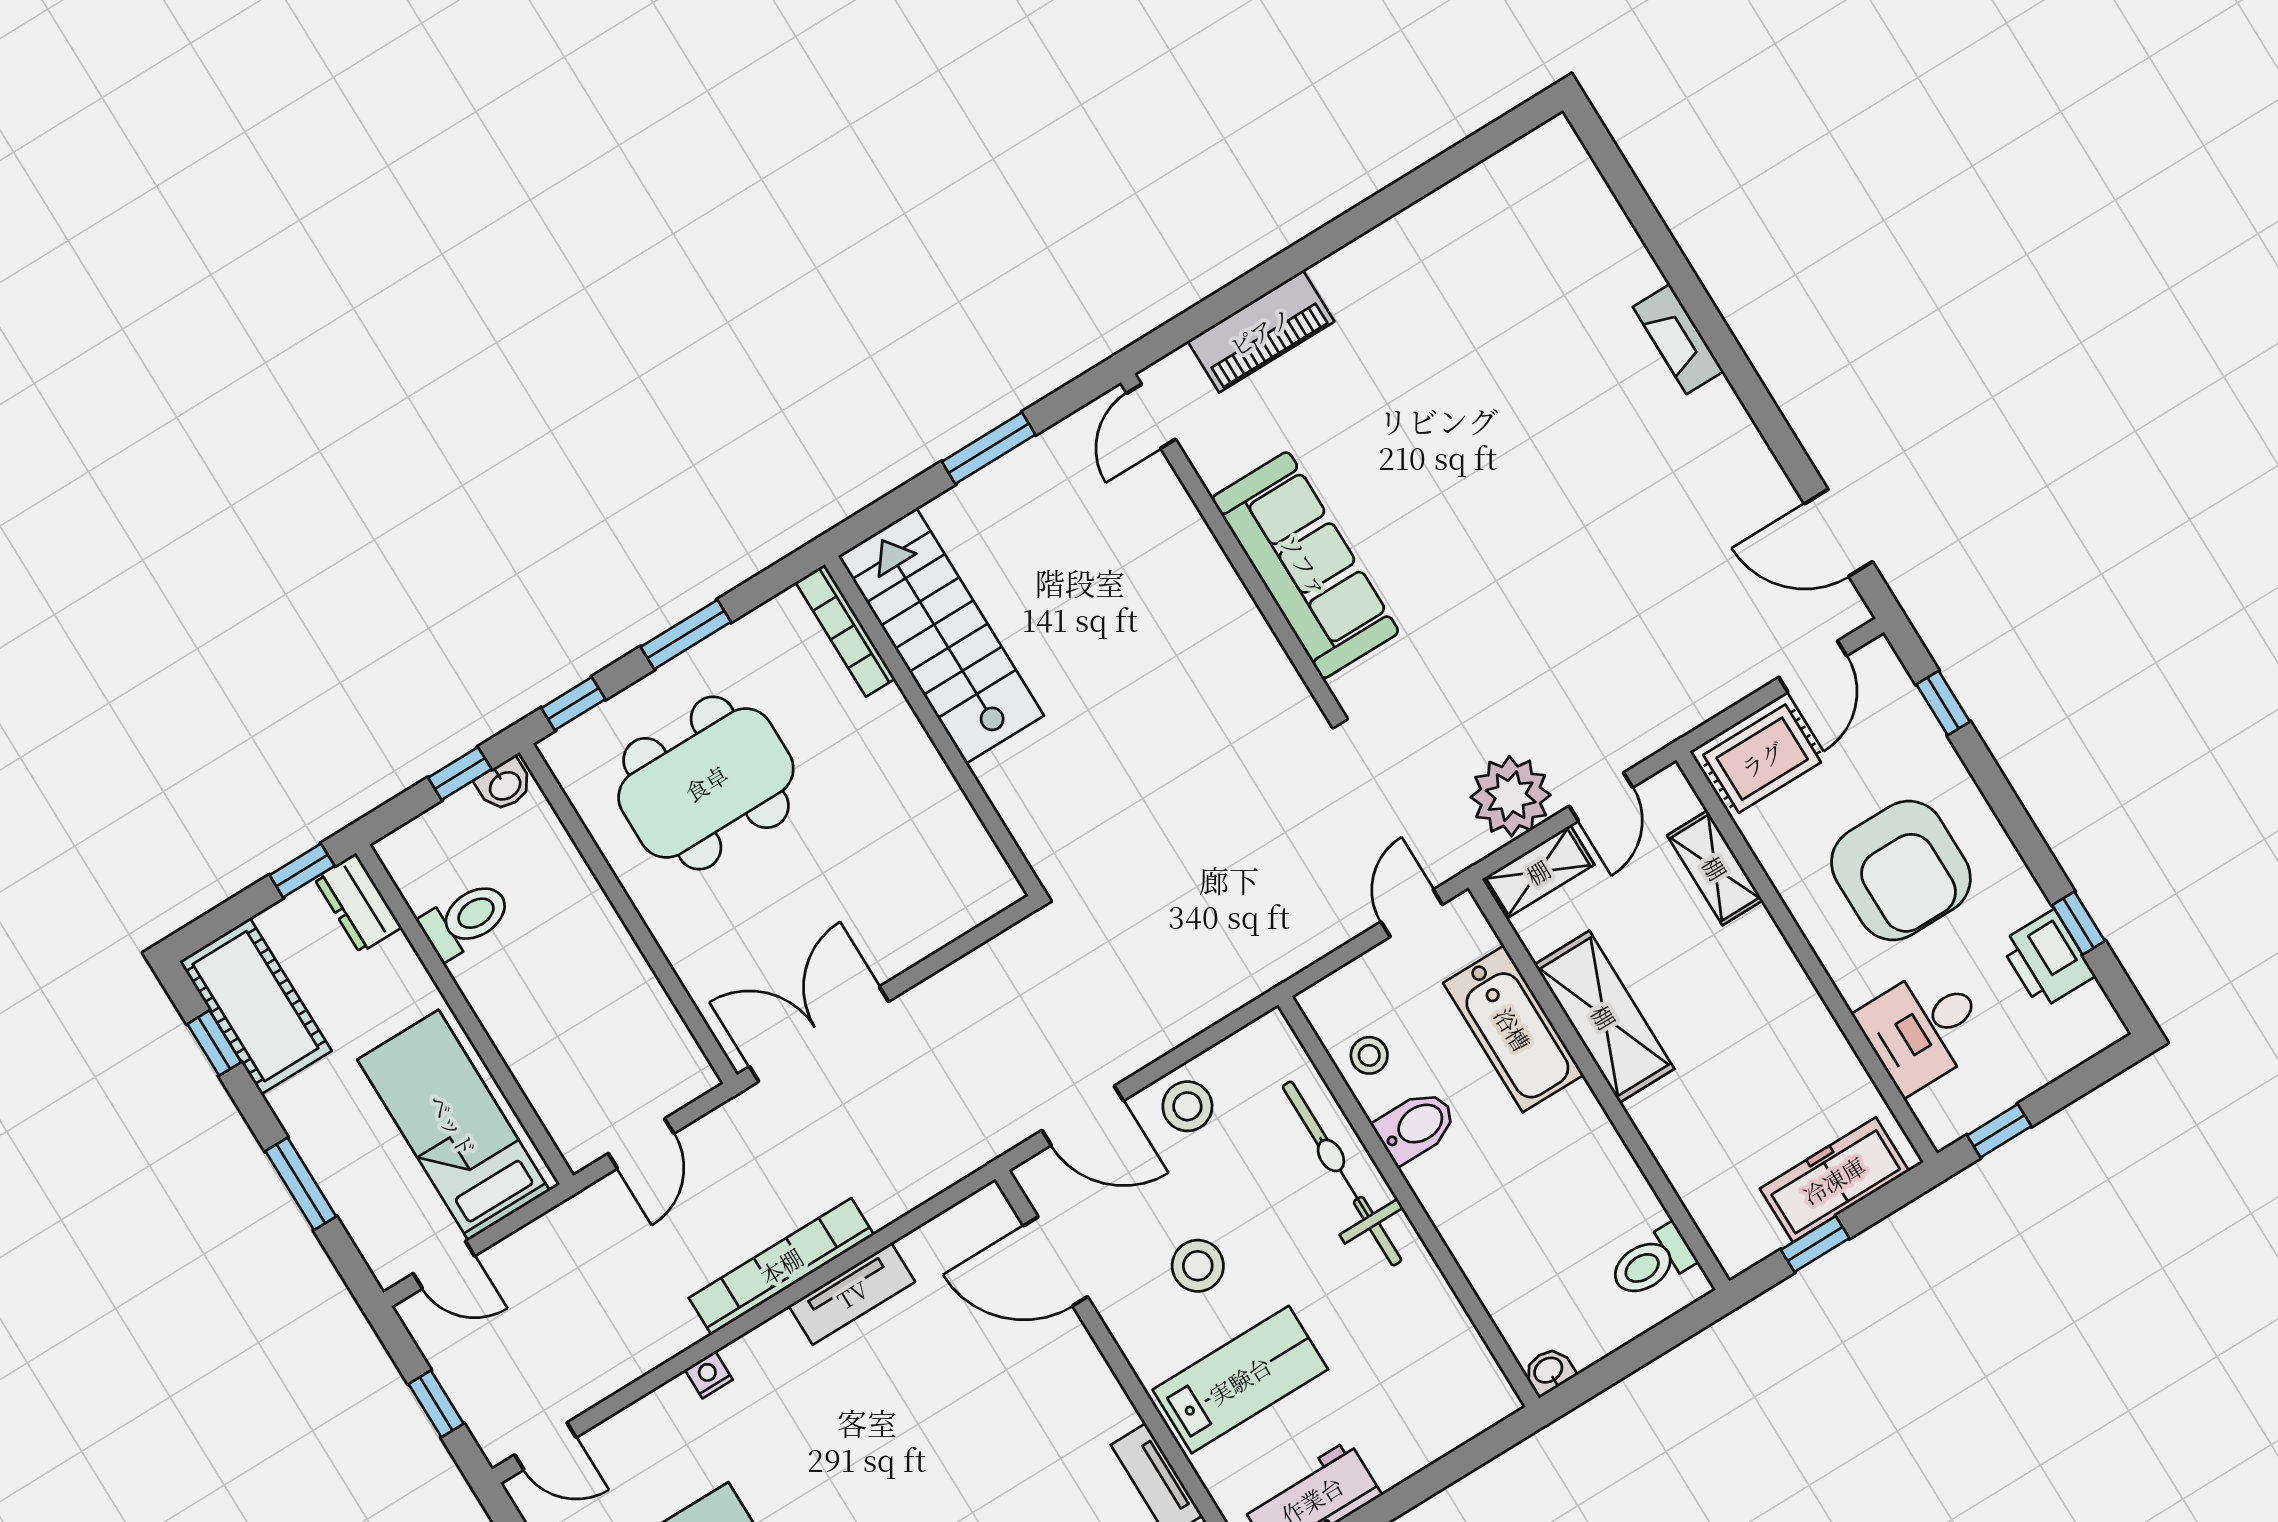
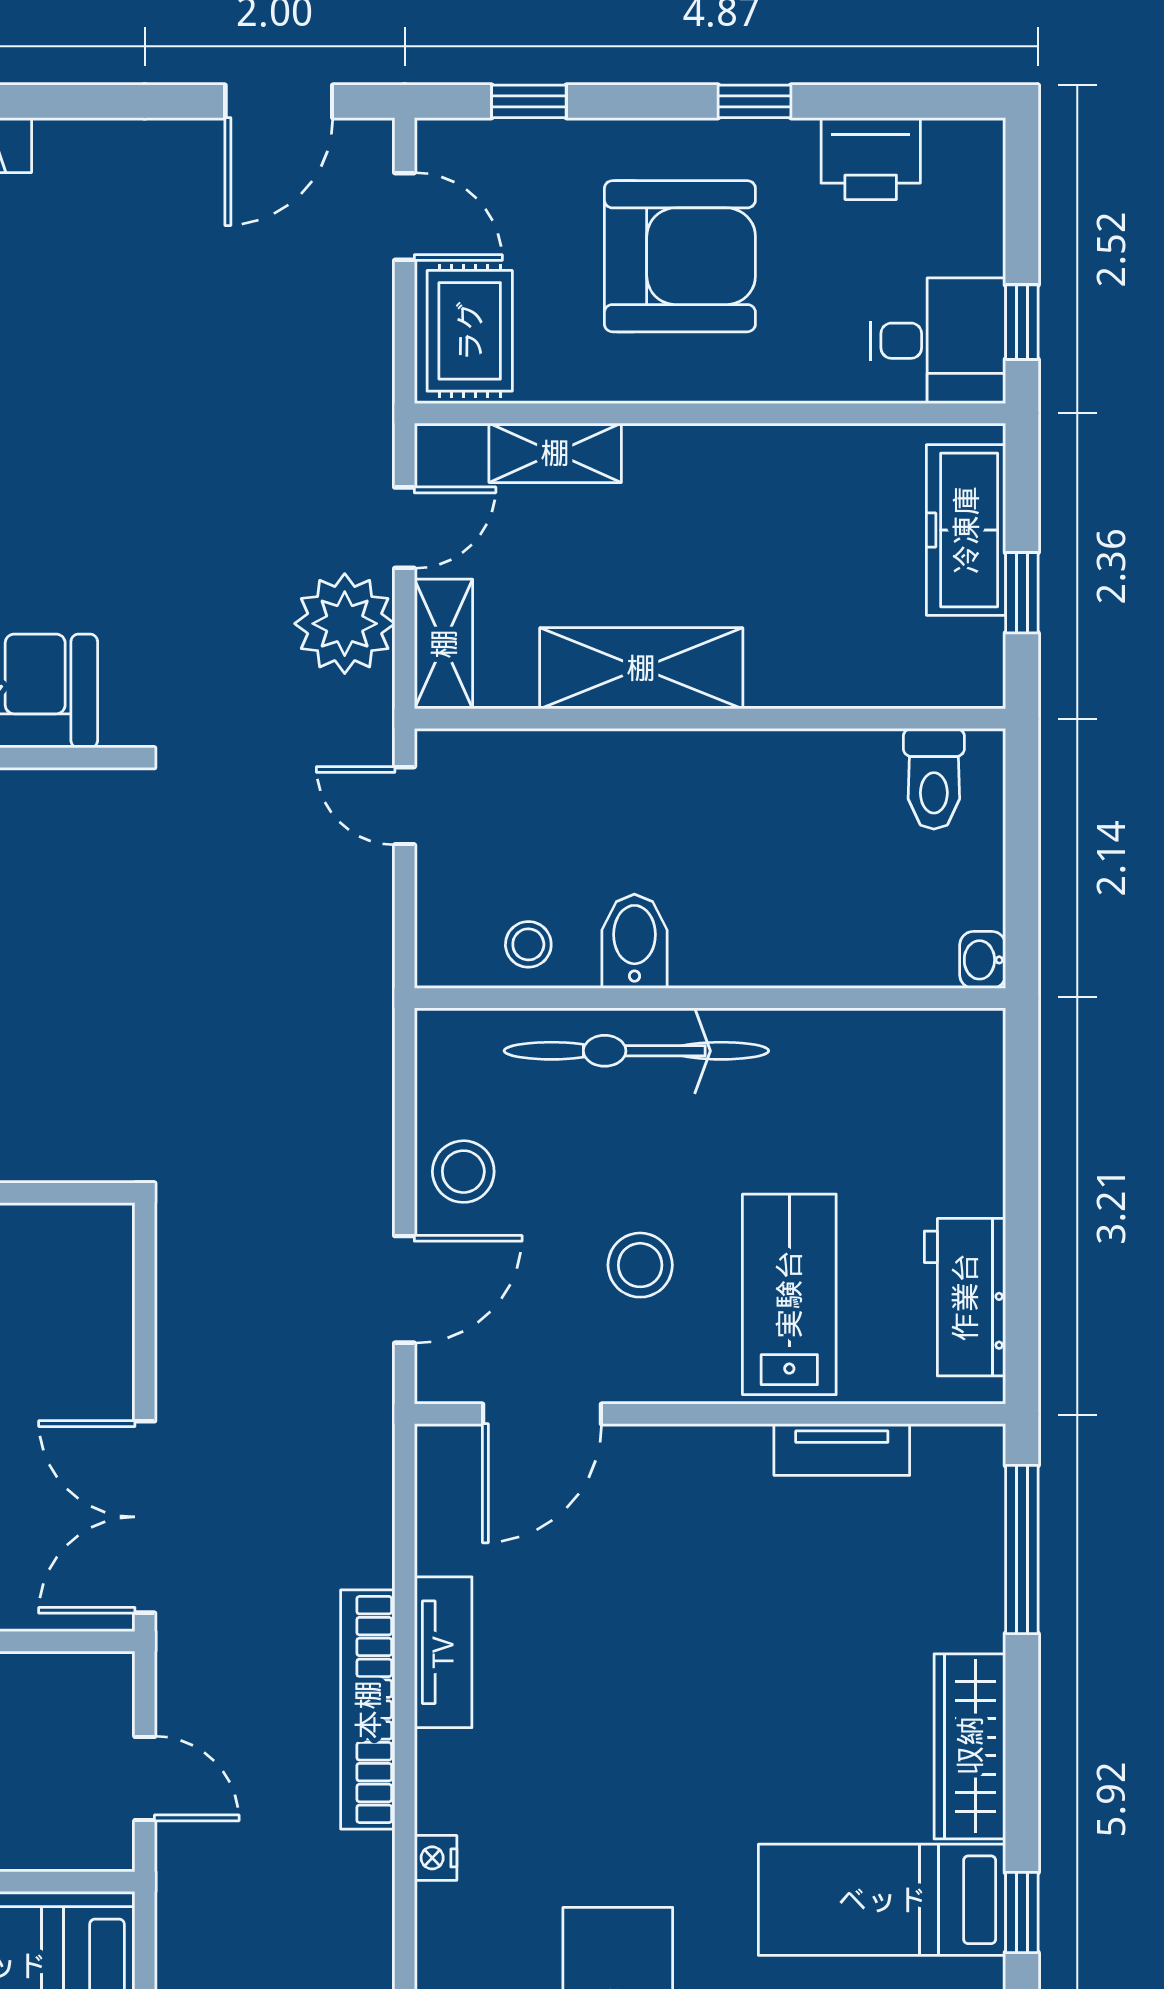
door: (1601, 797) -> (405, 528), hinge flipped
window: (2079, 923) -> (754, 101), moved
desk: (1923, 1028) -> (938, 341), moved, turned -90
bathtub: (1513, 1029) -> (595, 773), removed

